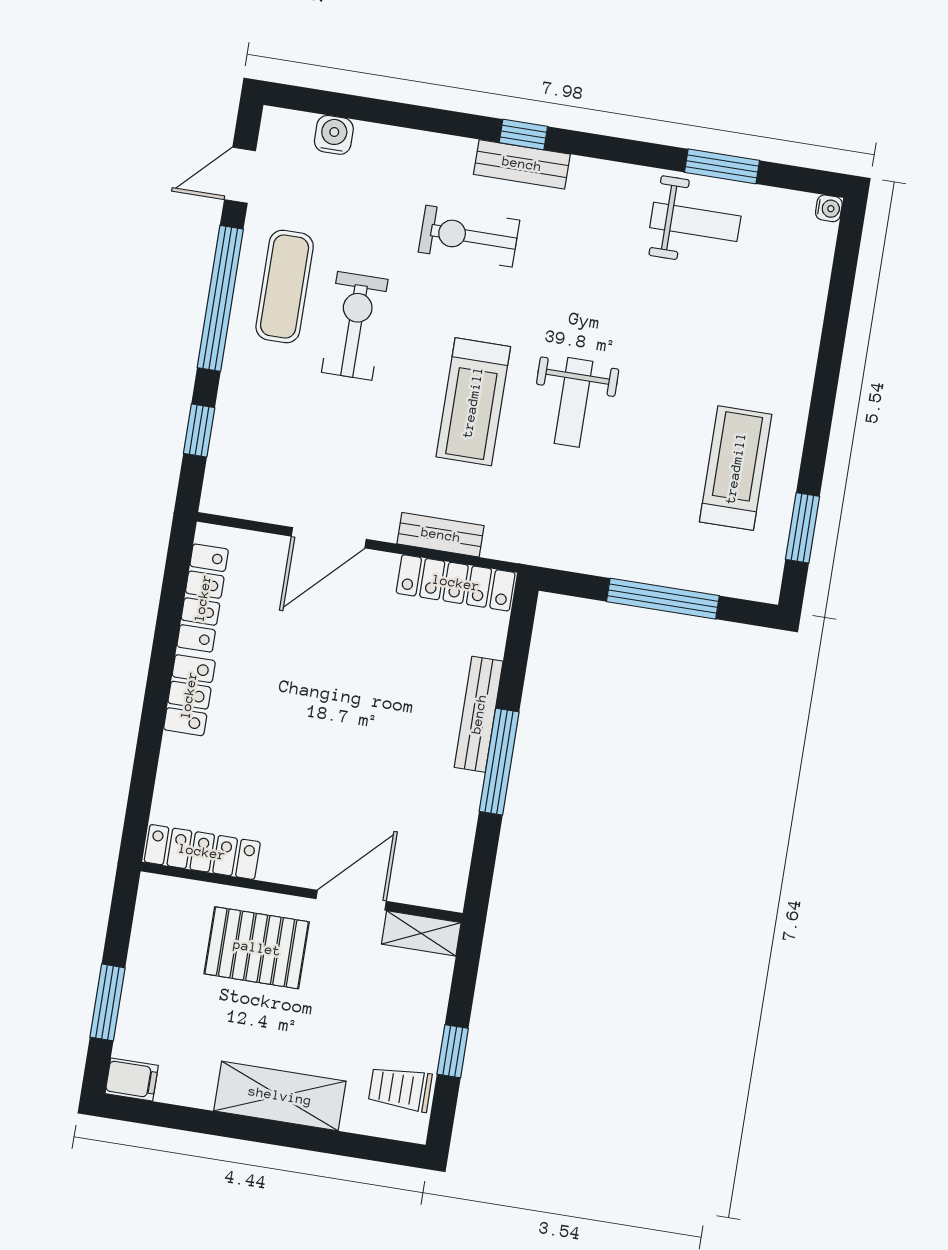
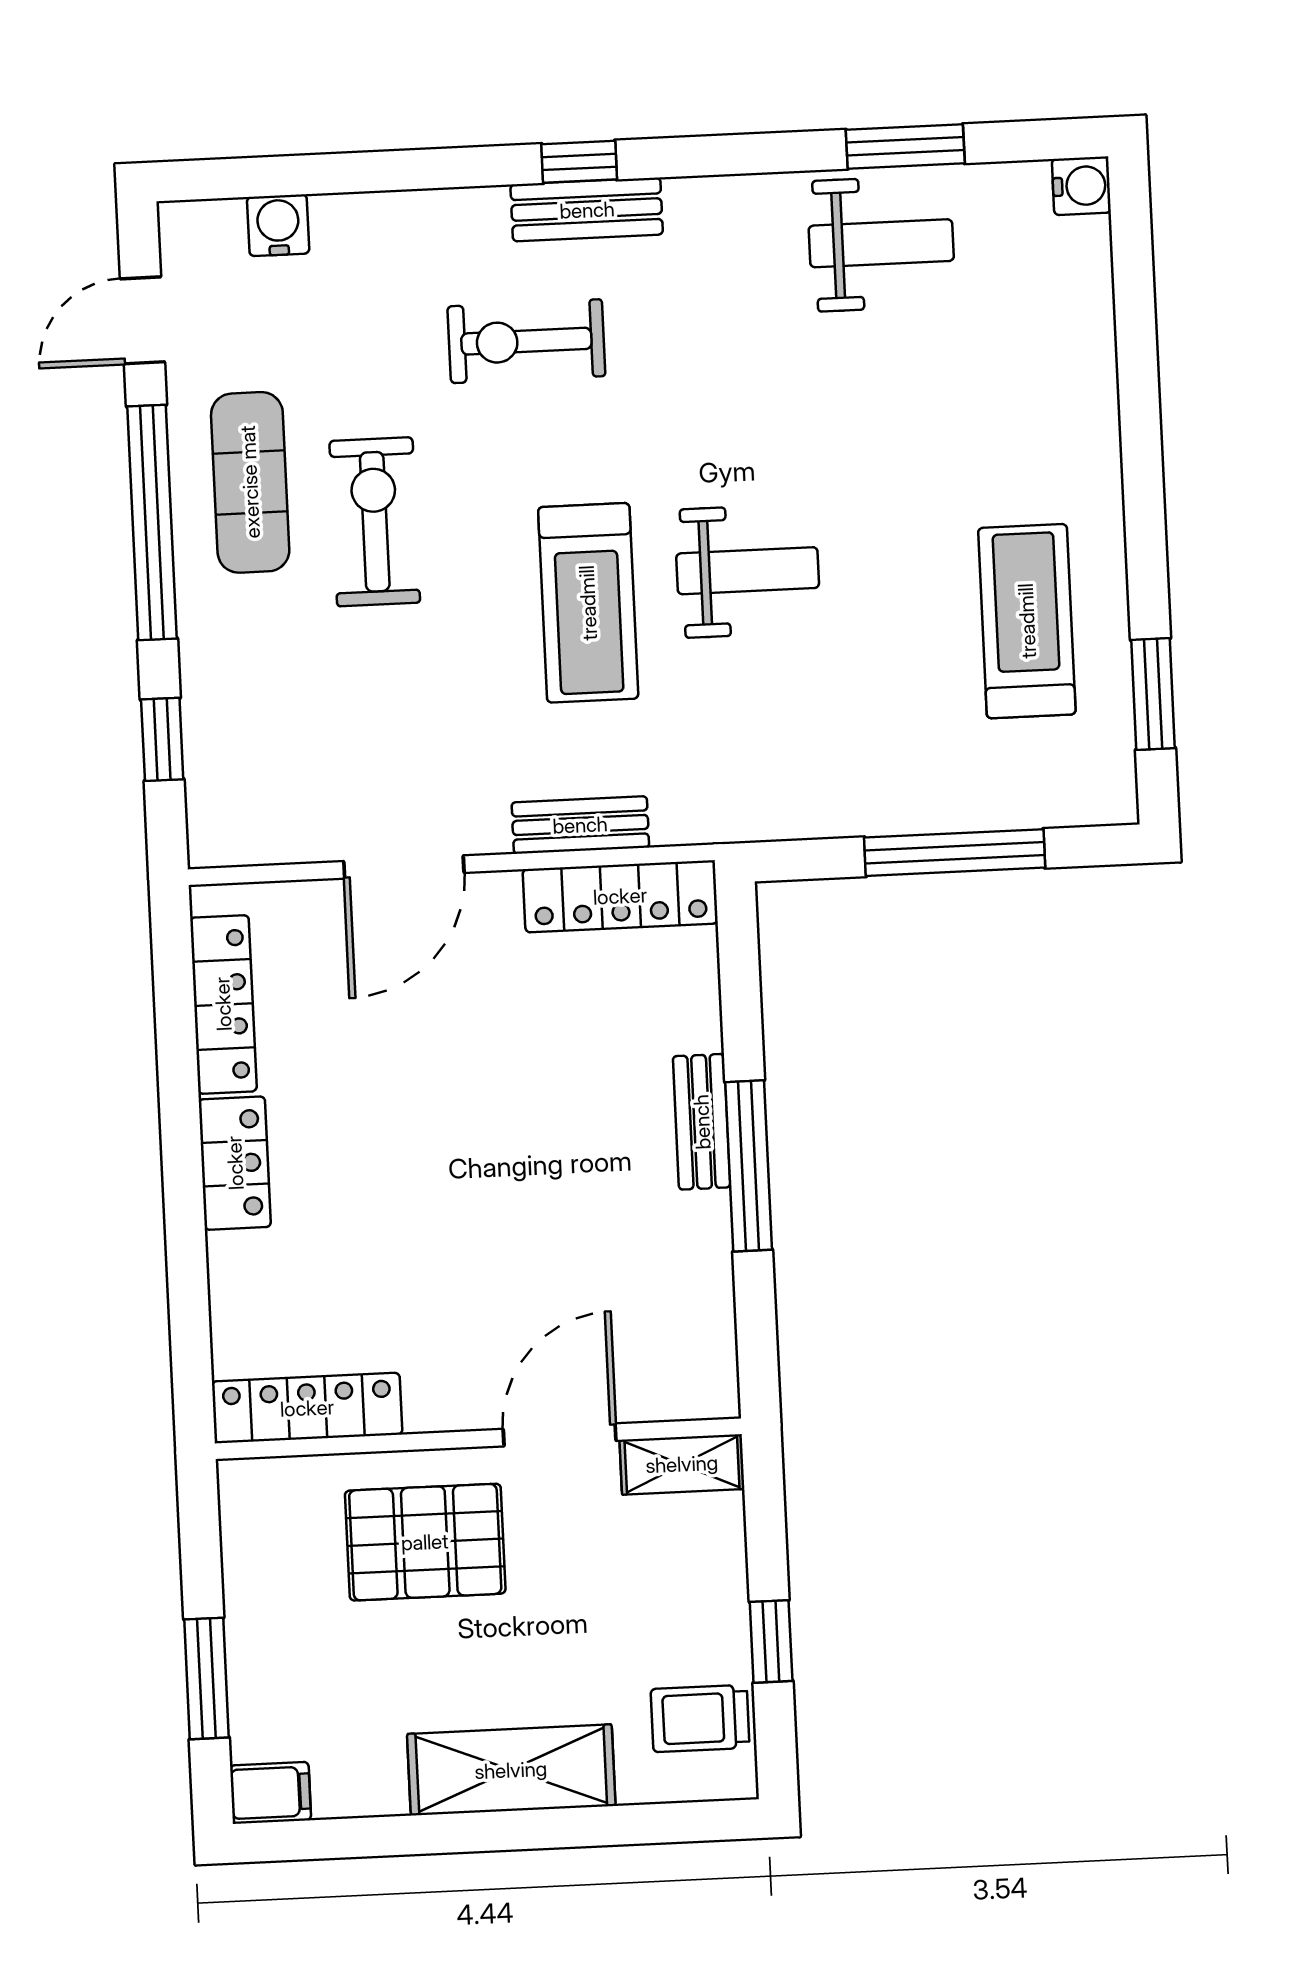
water cooler: (829, 208) -> (1081, 186), width x1.38, depth x1.38
weight bench: (573, 402) -> (748, 571), turned -90
bench: (479, 714) -> (702, 1122), width x0.73

